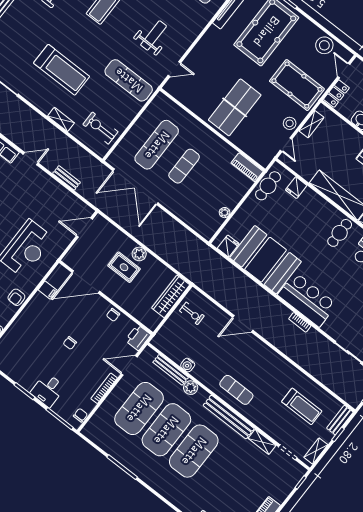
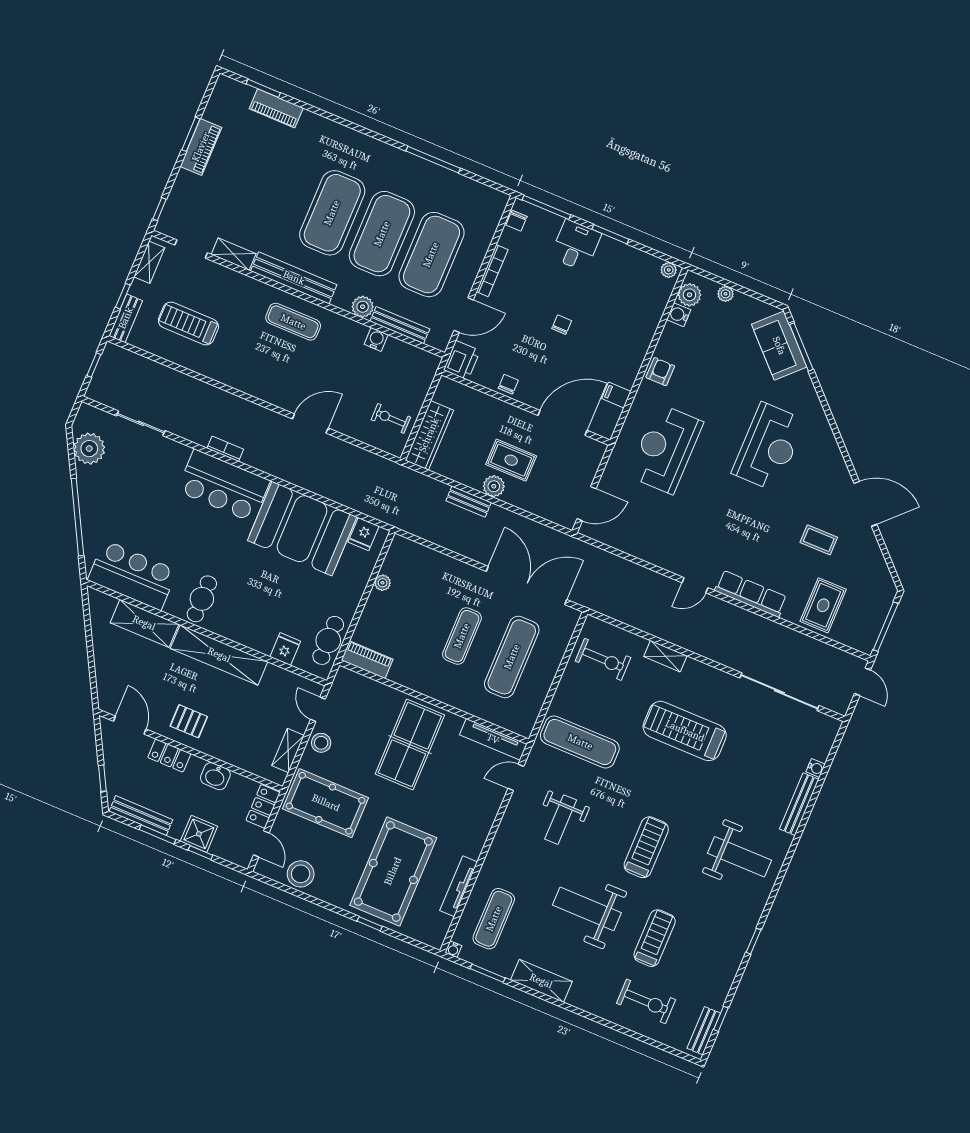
tv unit: (182, 97) -> (493, 739), added
bench: (67, 178) -> (469, 502), moved

